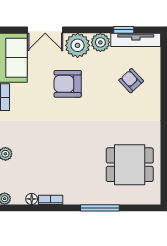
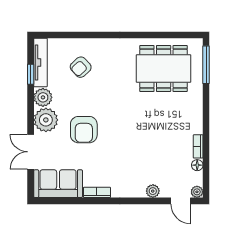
double door: (45, 30) -> (31, 152), swing flipped
dining table: (130, 165) -> (164, 69), width x1.38
window: (100, 208) -> (206, 65), moved

